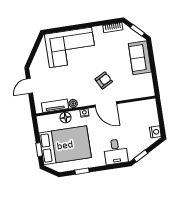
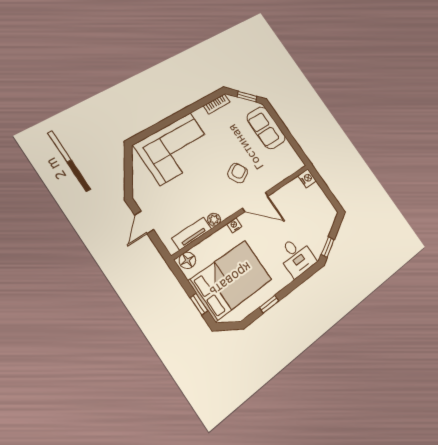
floor lamp: (65, 117) -> (187, 260), moved
nightstand: (155, 132) -> (307, 178), moved

